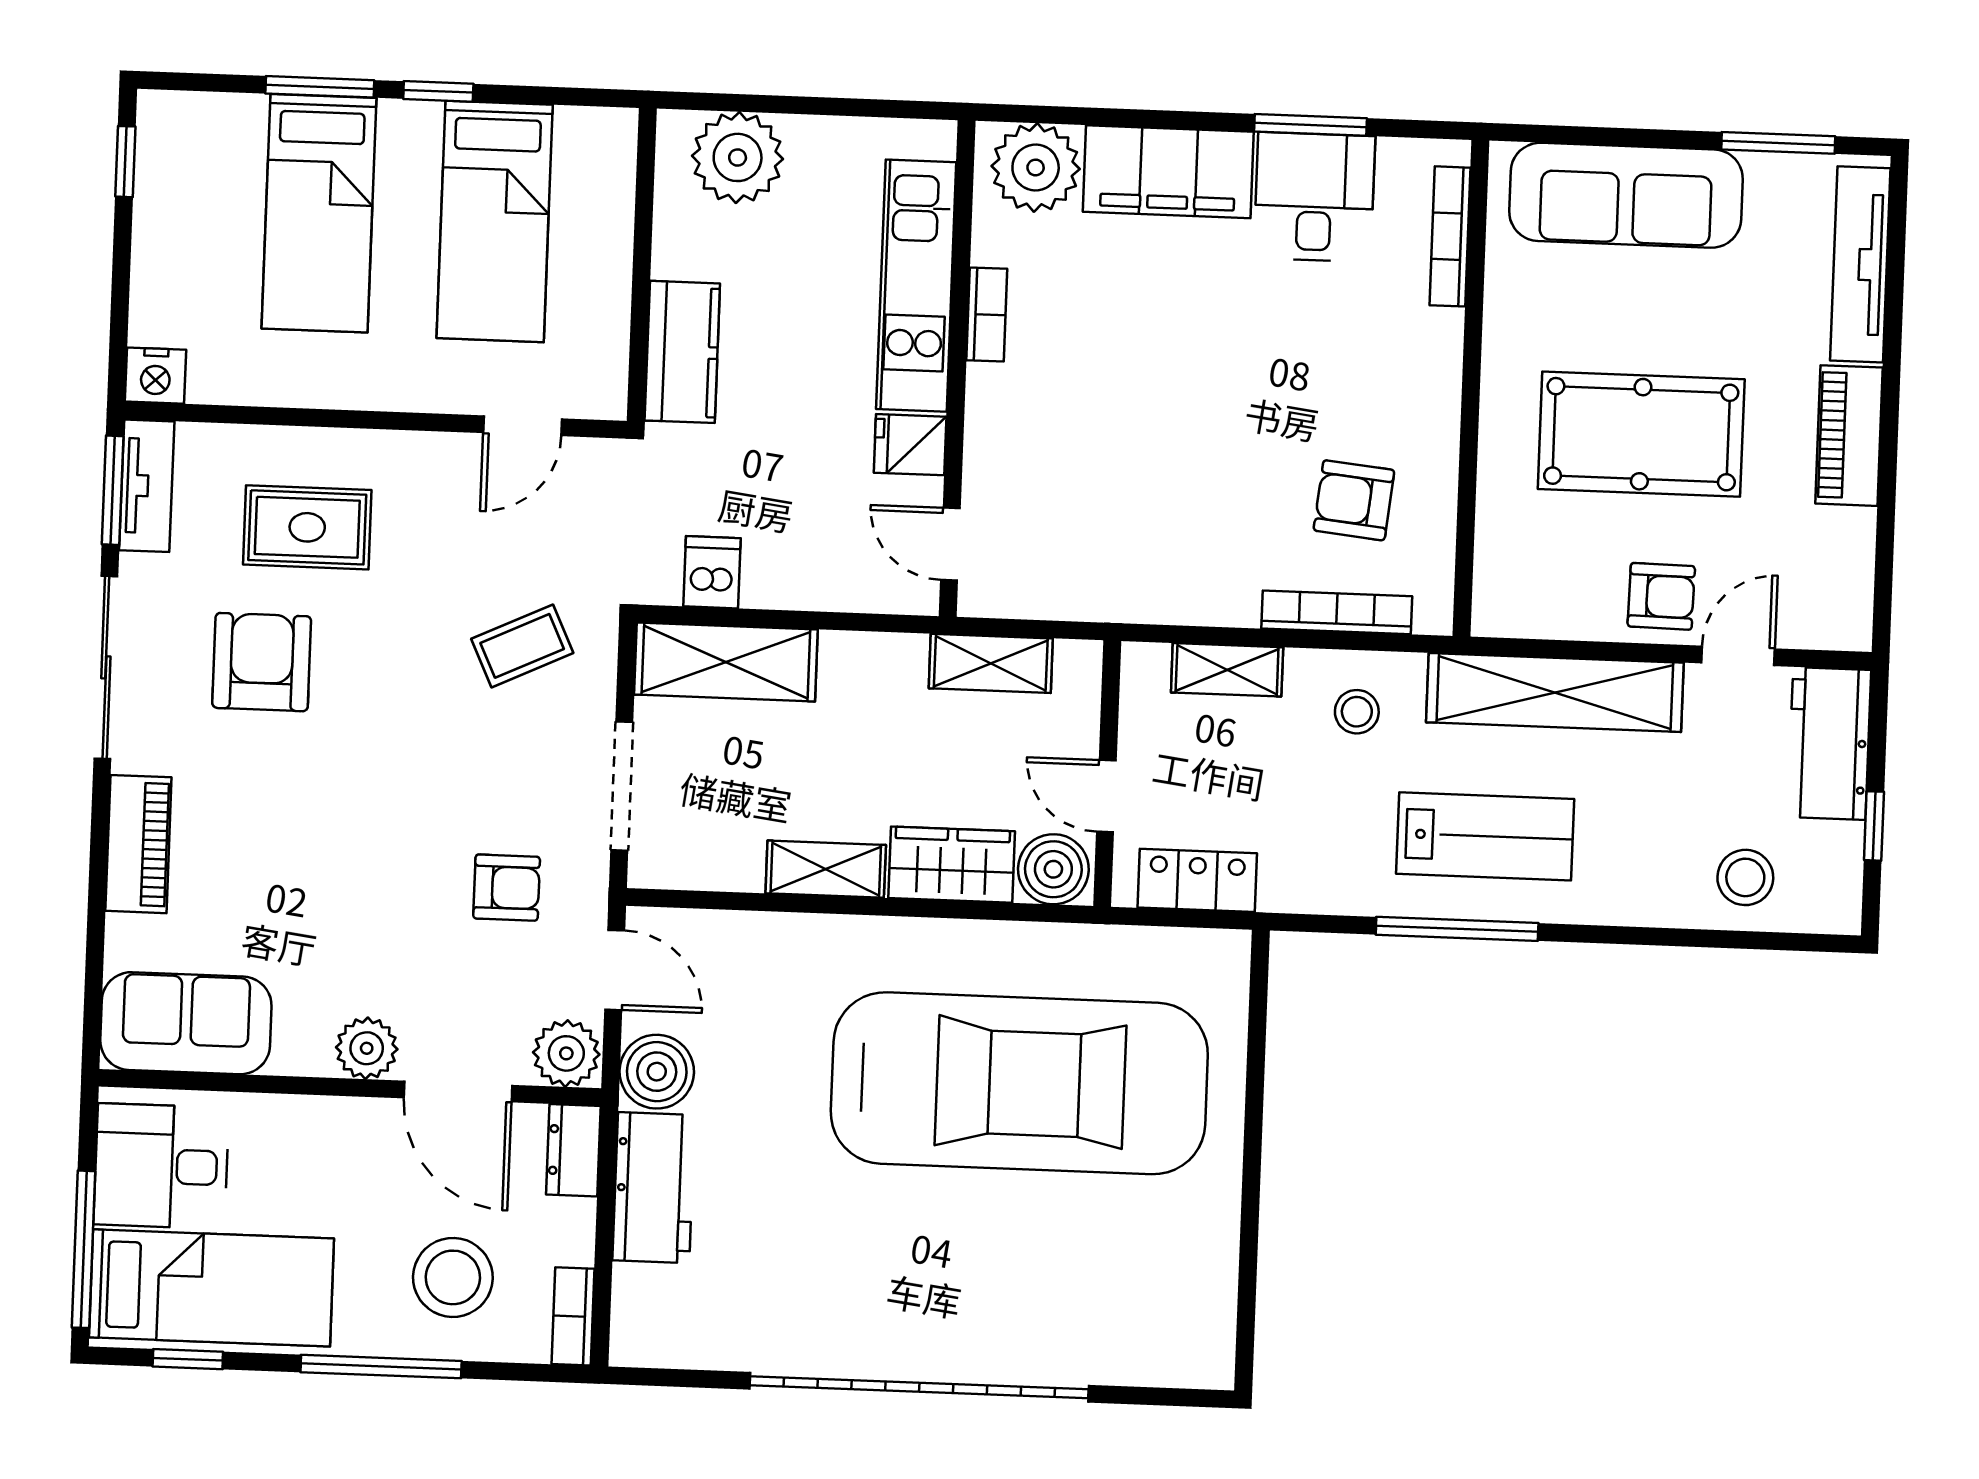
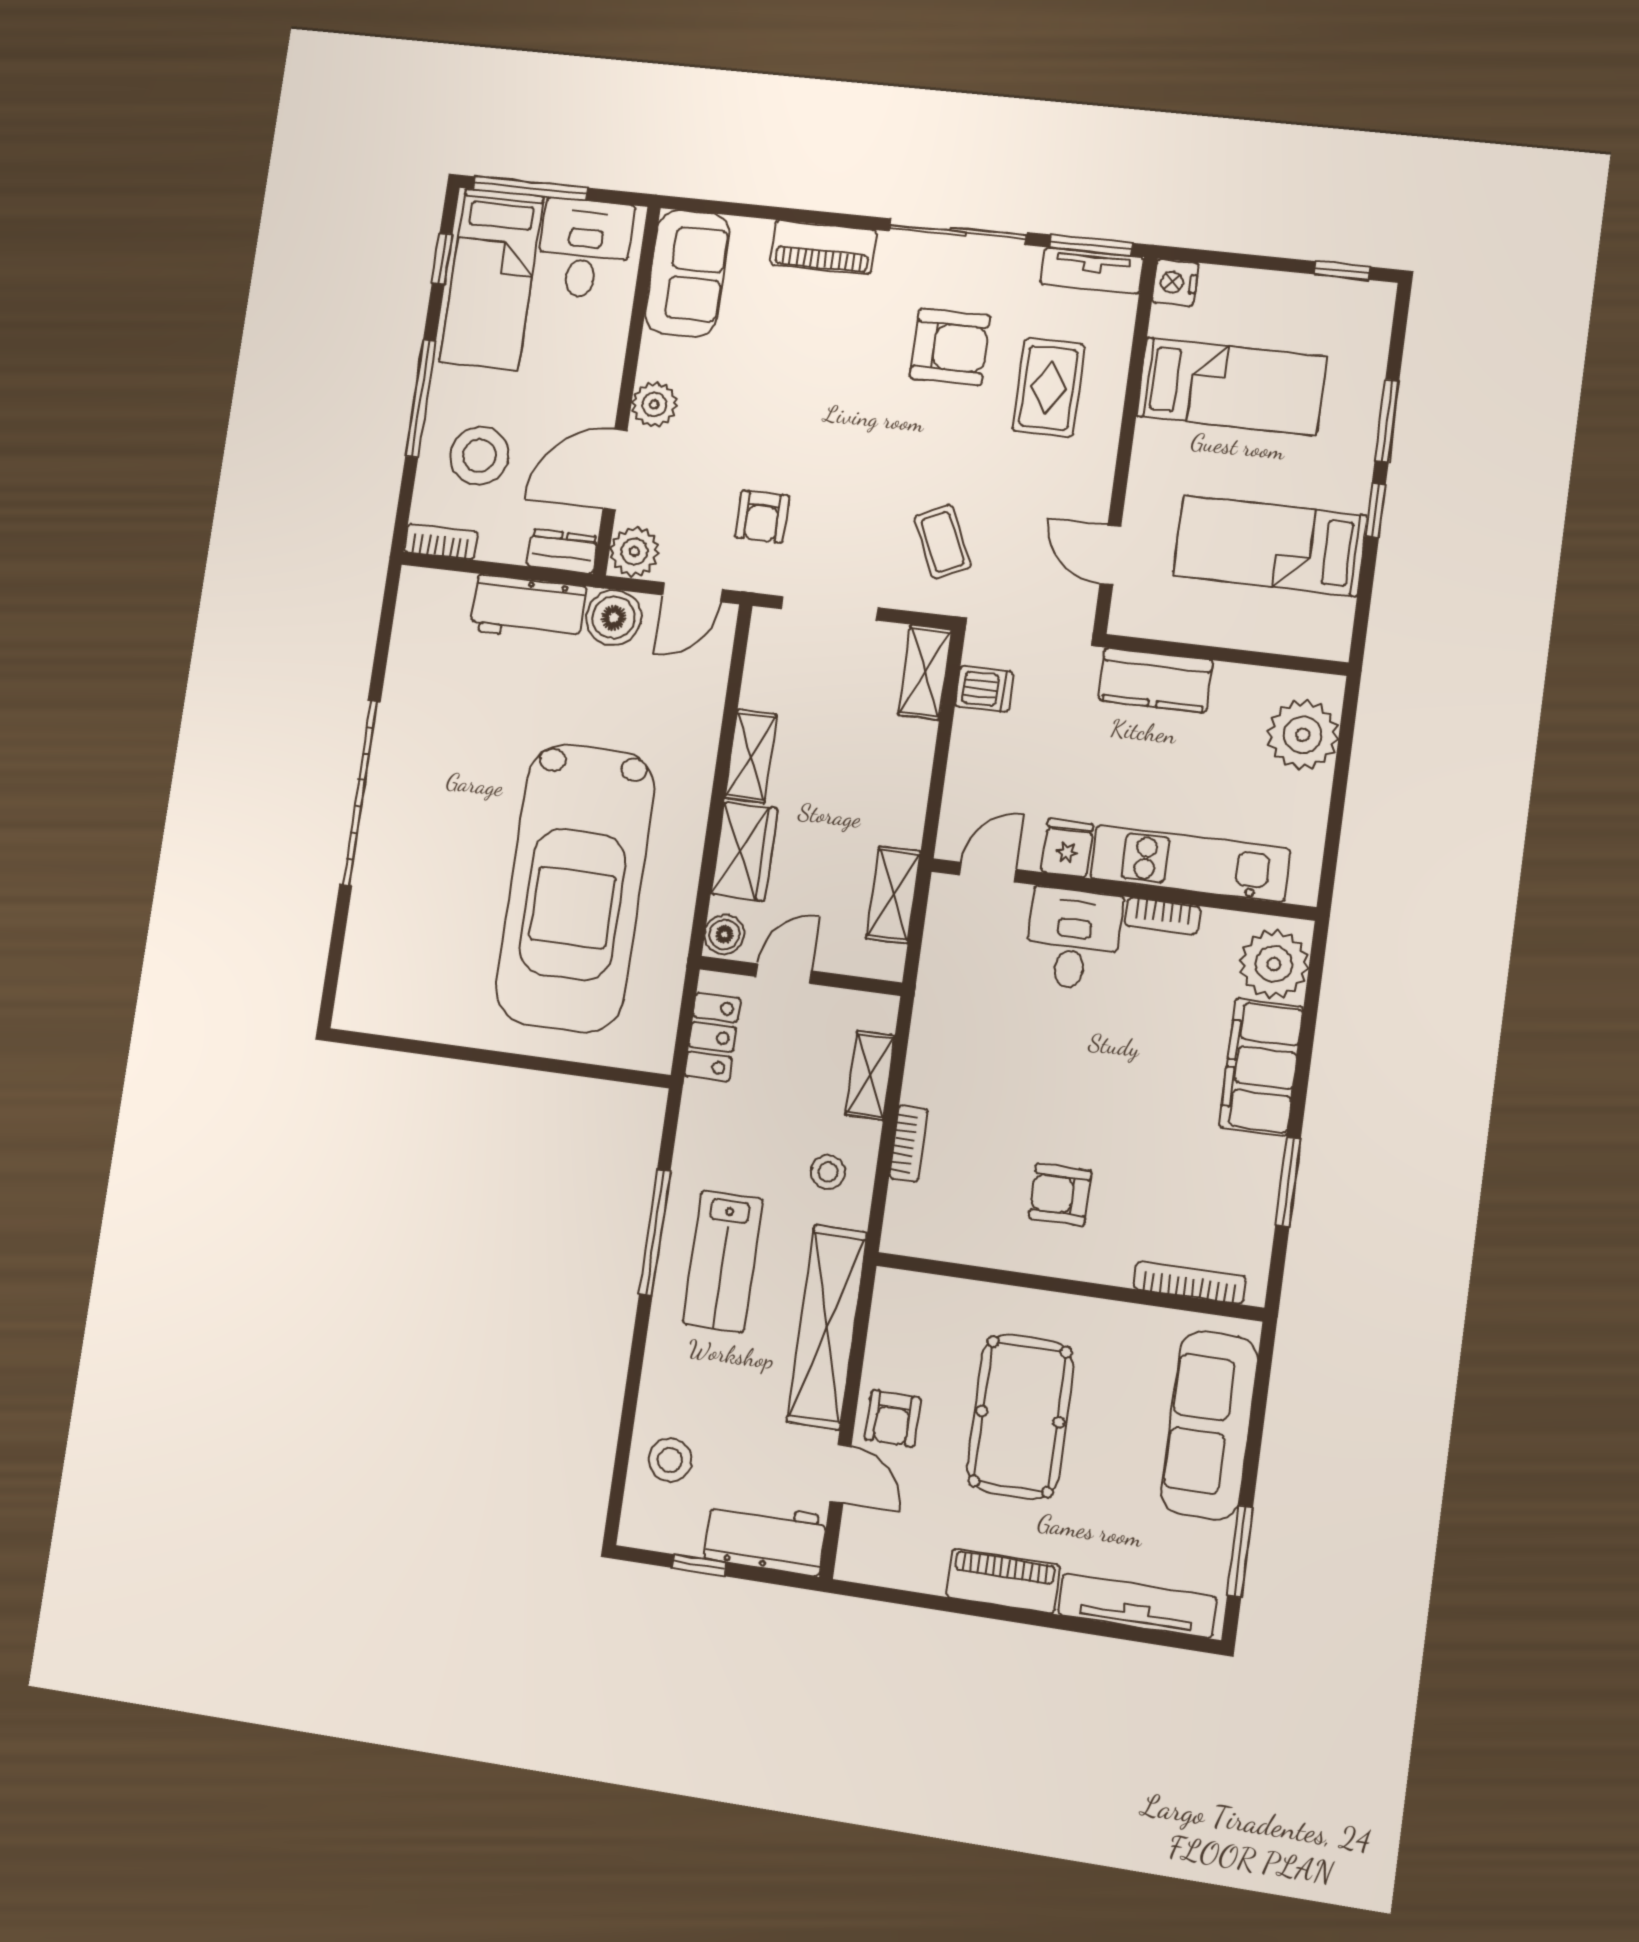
desk: (1314, 197) -> (1073, 939), moved, turned -90
bed: (319, 213) -> (1231, 386), moved, turned 180
armchair: (1354, 500) -> (1060, 1195), moved, turned -96
bookcase: (1337, 612) -> (908, 1144), width x0.64
shelving: (726, 662) -> (925, 672), width x0.67, depth x0.75
boiler: (1053, 869) -> (724, 934), width x0.73, depth x0.73
garage door: (919, 1387) -> (360, 793), width x0.73

